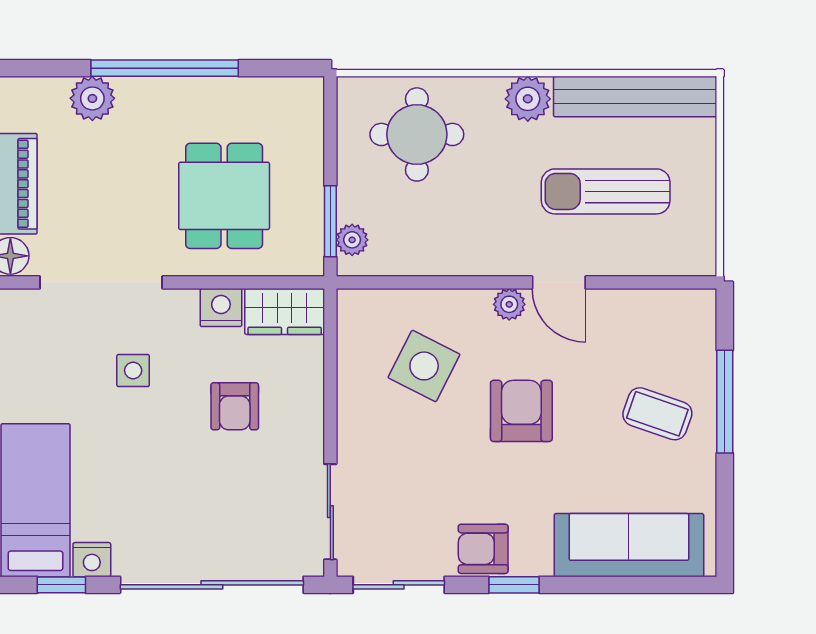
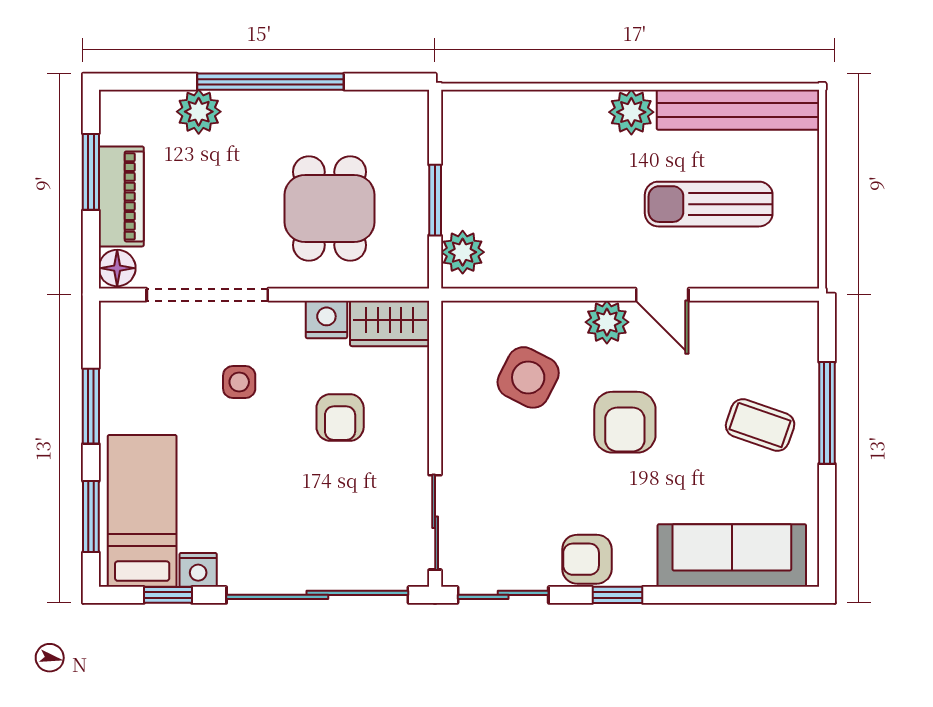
round table: (417, 134) -> (521, 147), removed
window: (330, 221) -> (435, 200), moved
plant: (352, 240) -> (463, 252), width x1.38, depth x1.38
plant: (509, 304) -> (607, 322), width x1.38, depth x1.38
armchair: (521, 411) -> (625, 422), turned 180

